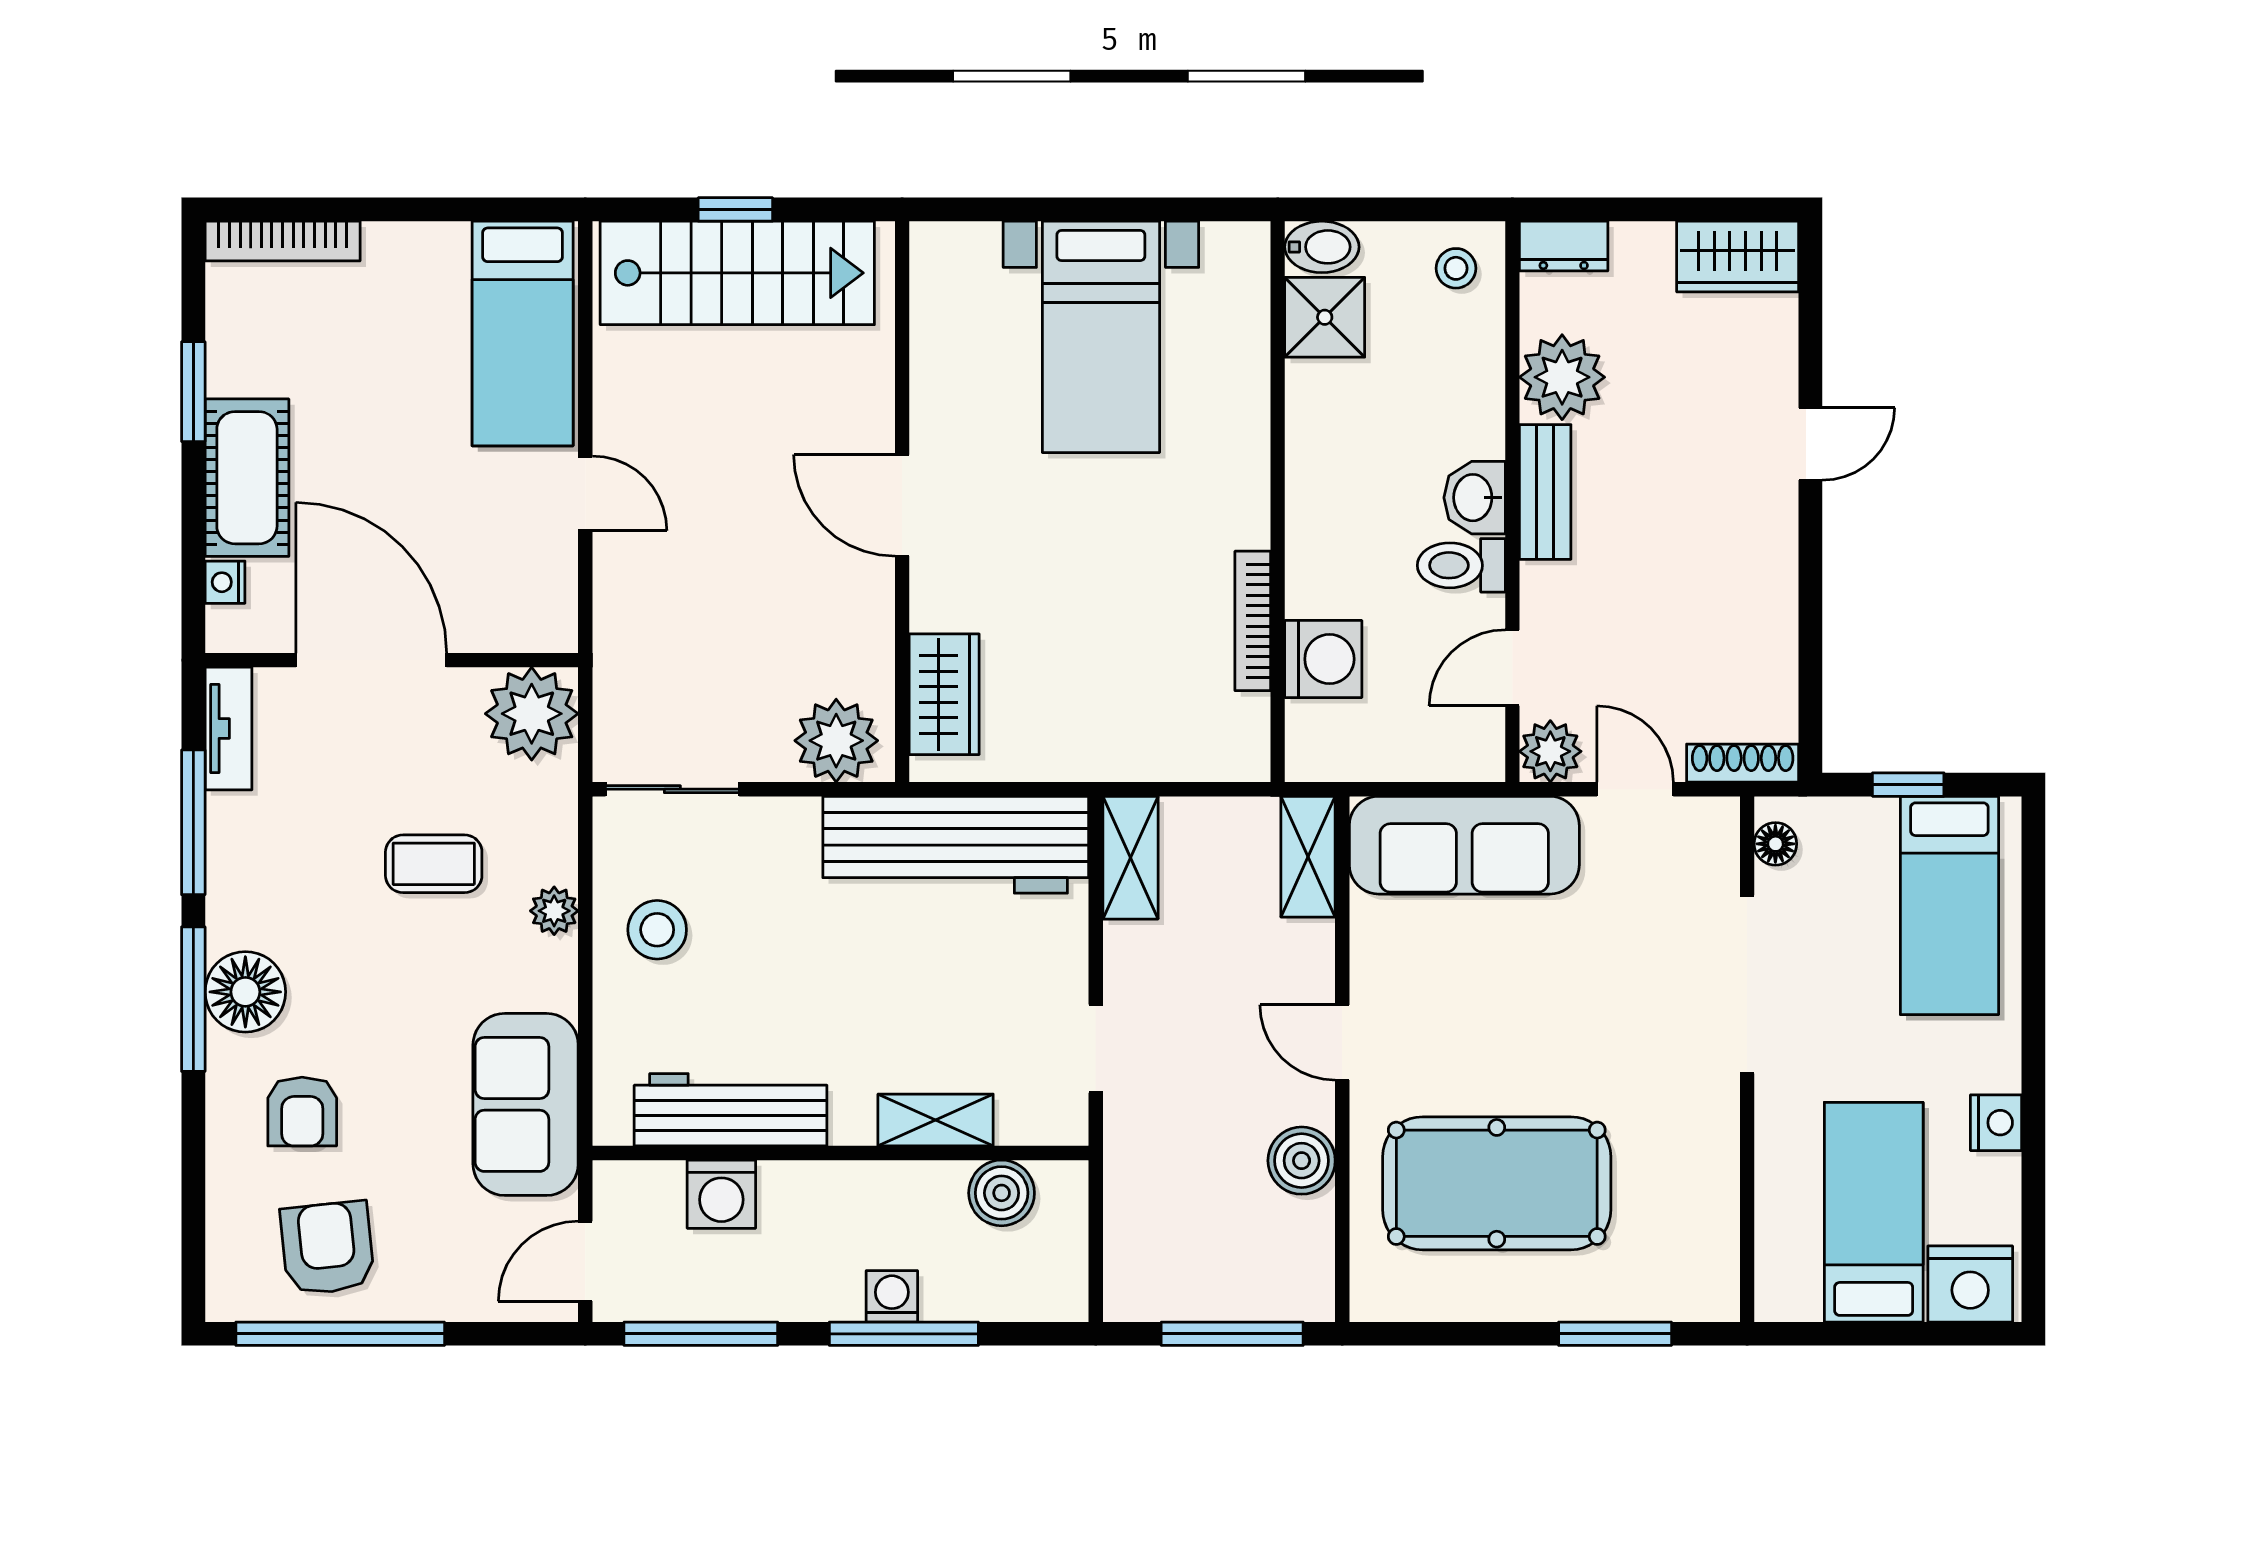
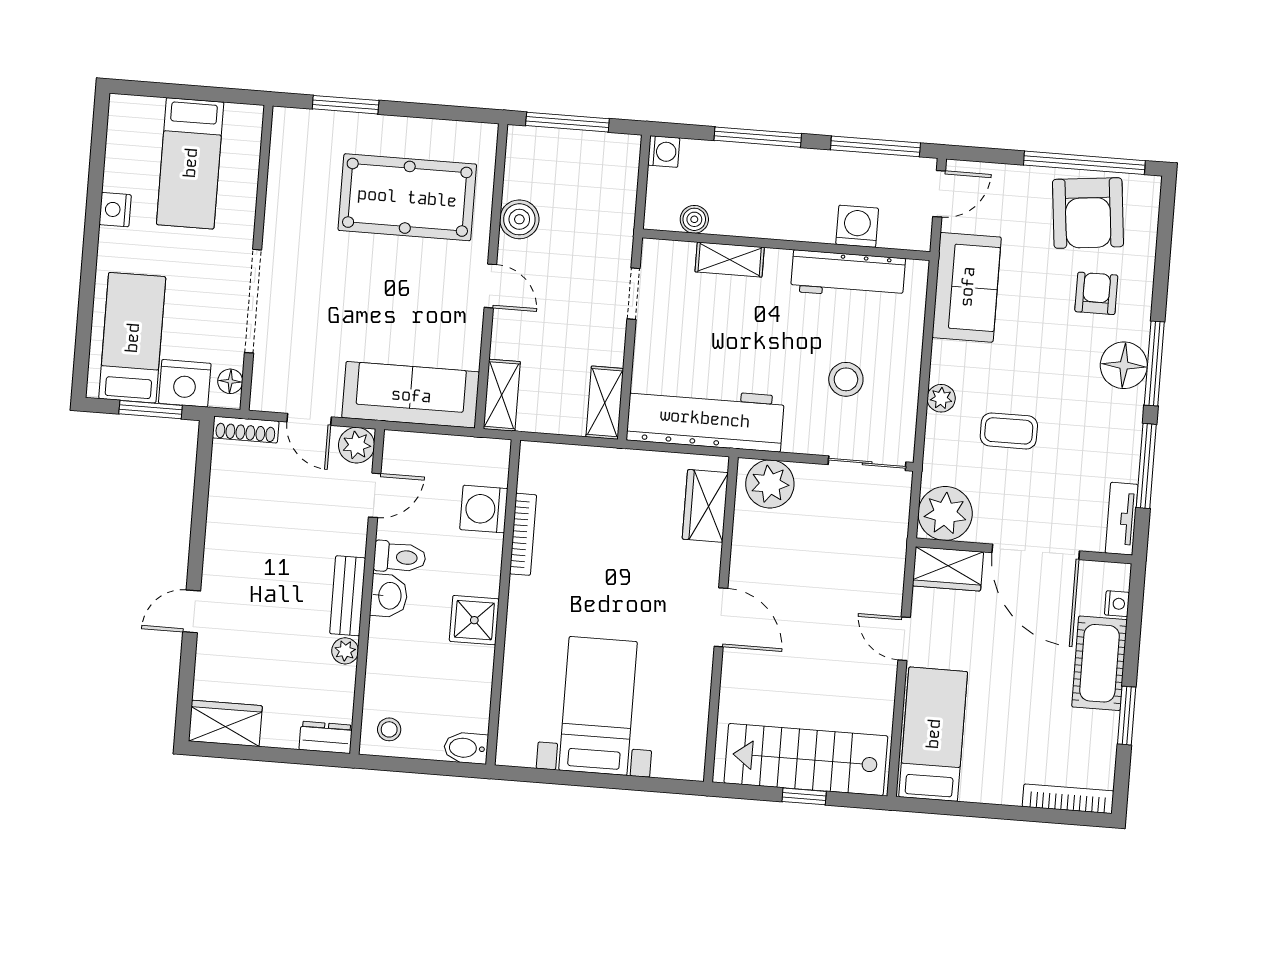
shower: (1325, 317) -> (474, 620), moved
plant: (1562, 377) -> (345, 651), width x0.53, depth x0.53
wardrobe: (520, 619) -> (948, 569), added
window: (1908, 785) -> (151, 410), width x1.50
stool: (657, 930) -> (846, 379), moved
boiler: (1002, 1193) -> (694, 219), width x0.73, depth x0.73
armchair: (327, 1248) -> (1088, 213), width x1.36, depth x1.36
nightstand: (1970, 1284) -> (185, 383), moved, turned 180
washing machine: (892, 1296) -> (664, 152), moved, turned -90

